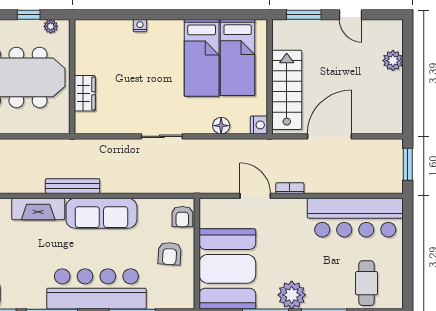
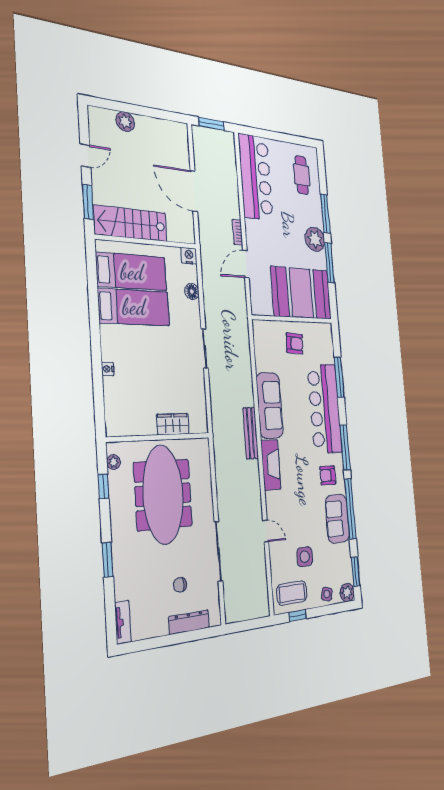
stairs: (287, 90) -> (131, 223), moved
armchair: (182, 217) -> (328, 475), moved, turned 180
cafe table: (366, 283) -> (302, 175), turned 90

